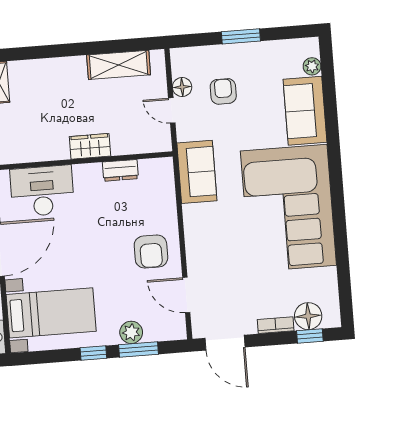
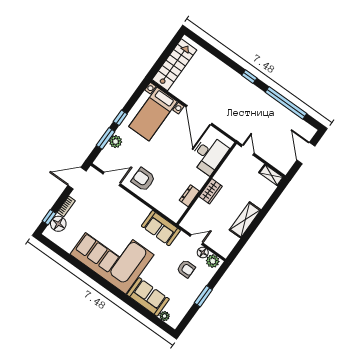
plant: (182, 64) -> (213, 261), added
shelving: (119, 65) -> (245, 220), moved

